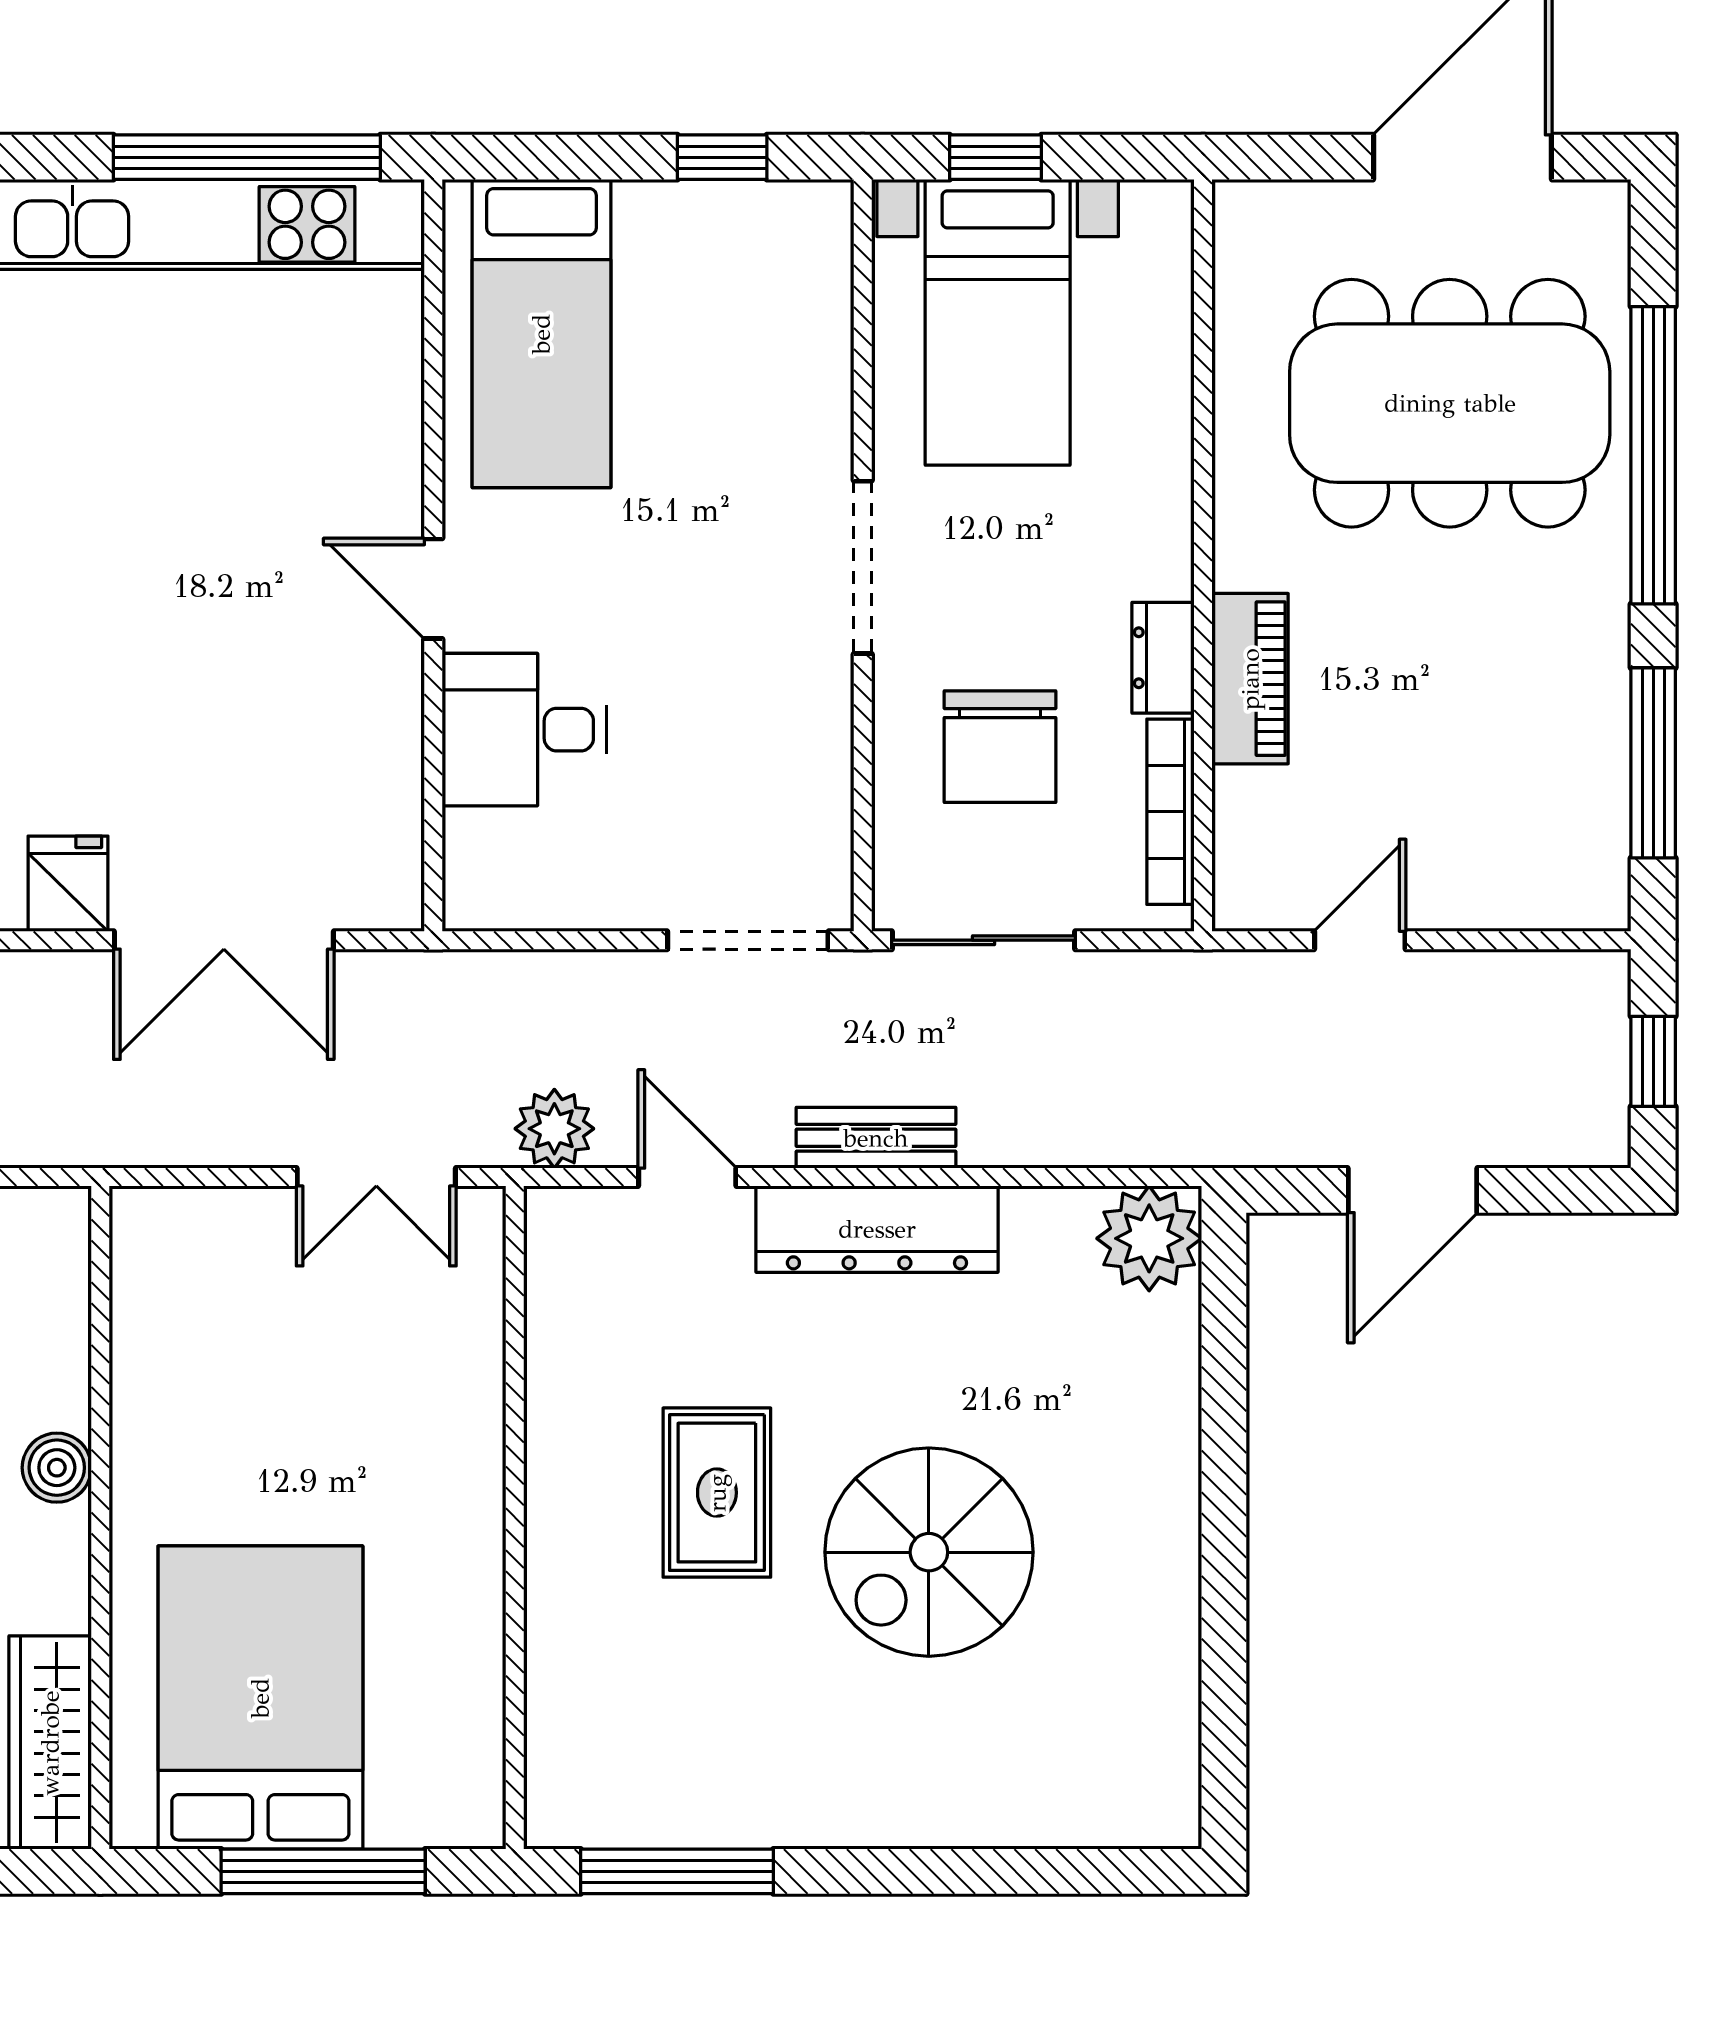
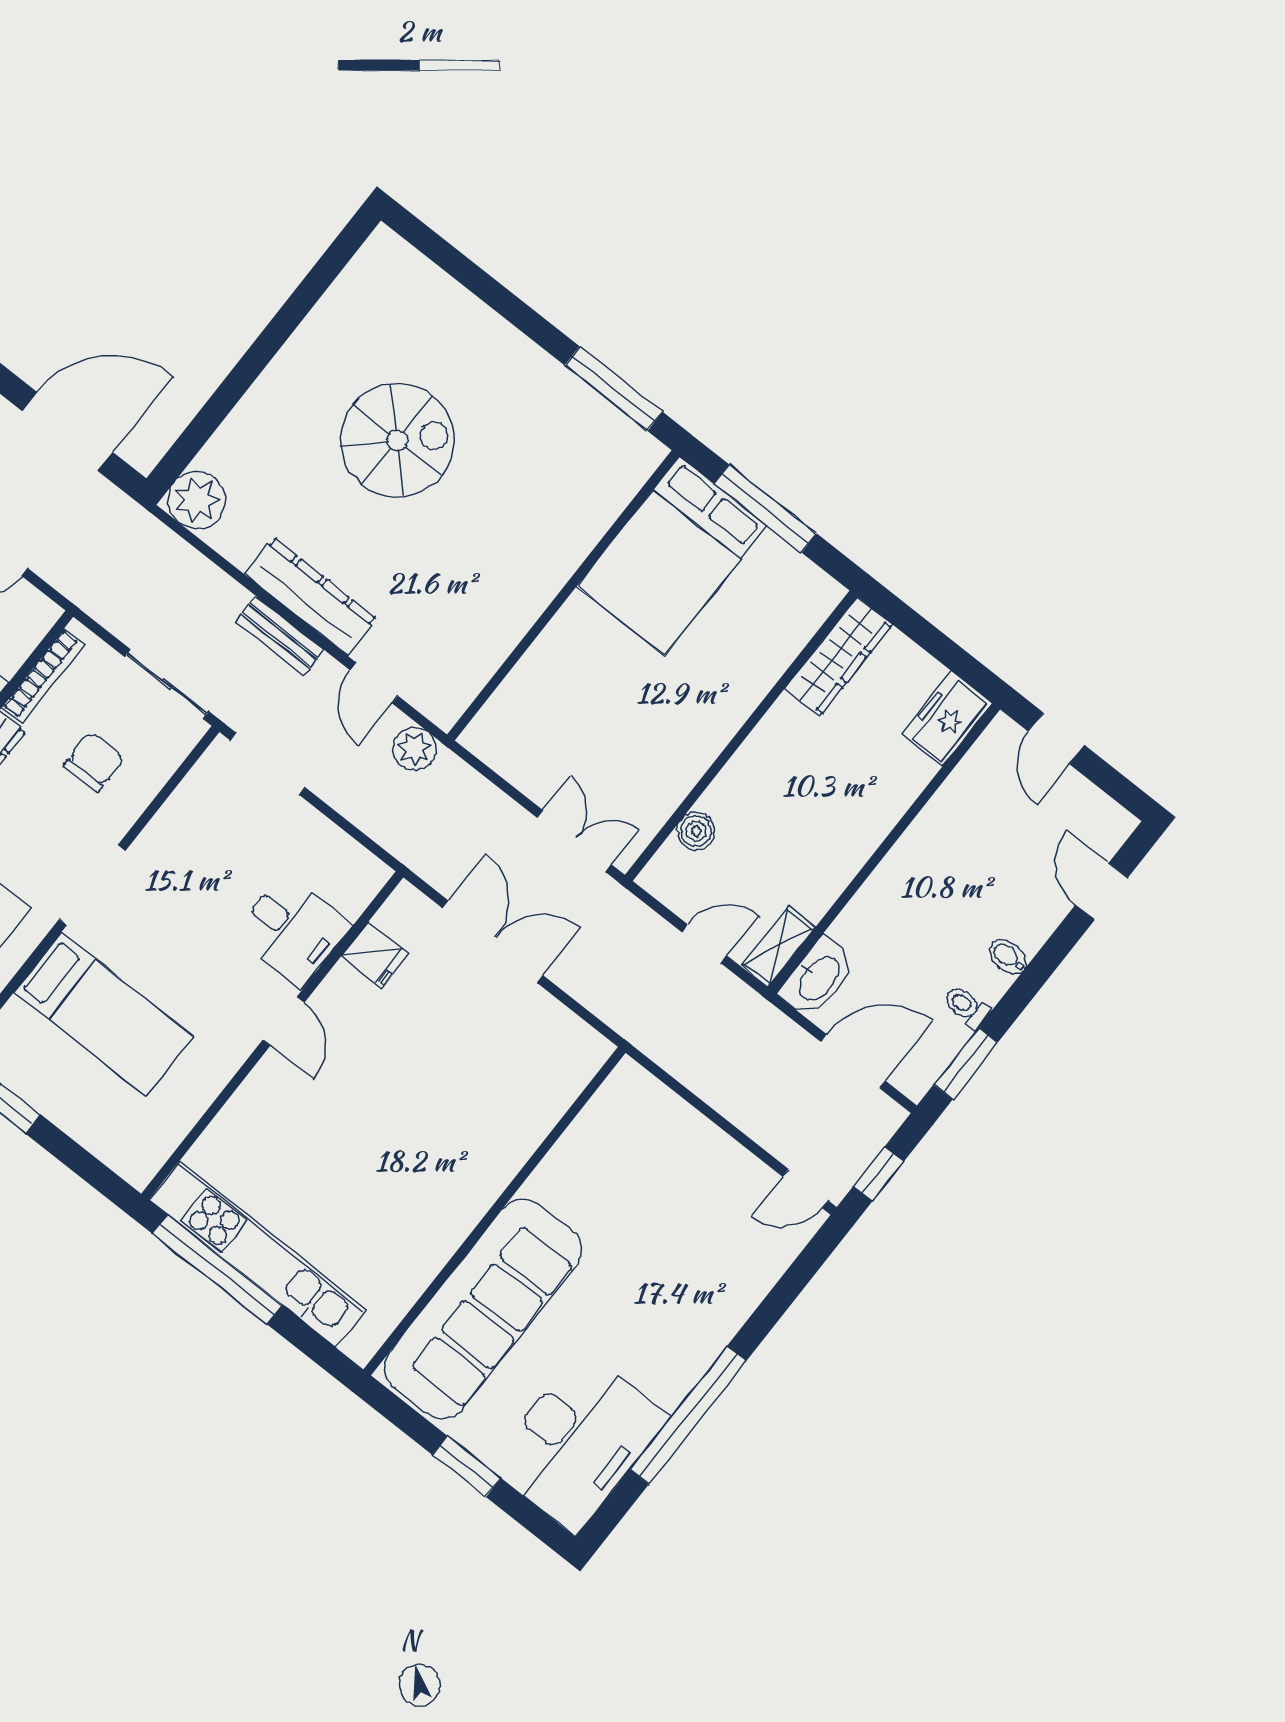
bed: (541, 334) -> (104, 1014), moved, turned 90
chair: (1000, 747) -> (94, 762), width x0.73, depth x0.73
fridge: (68, 884) -> (375, 955), moved, turned -90
double door: (376, 1177) -> (574, 841), moved
door: (1413, 1190) -> (67, 431), width x1.36
boiler: (57, 1468) -> (696, 831), moved
rug: (717, 1493) -> (468, 538), removed
bed: (260, 1698) -> (672, 556), moved

